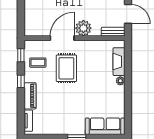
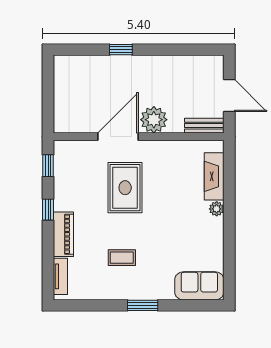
coffee table: (38, 63) -> (122, 258), moved
sofa: (105, 126) -> (199, 286), width x0.73

